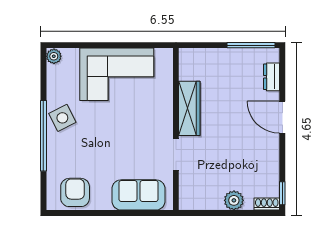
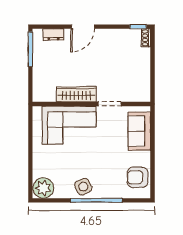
plant: (54, 56) -> (43, 188), width x1.87, depth x1.87
corner sofa: (117, 74) -> (69, 125), moved, turned 90
plant: (234, 200) -> (143, 62), removed

